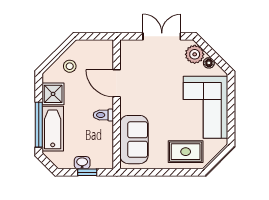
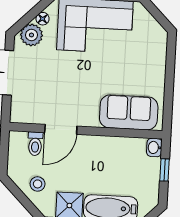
toilet: (103, 115) -> (35, 144), moved
rug: (186, 152) -> (146, 52), removed
washbasin: (82, 163) -> (154, 148), moved

